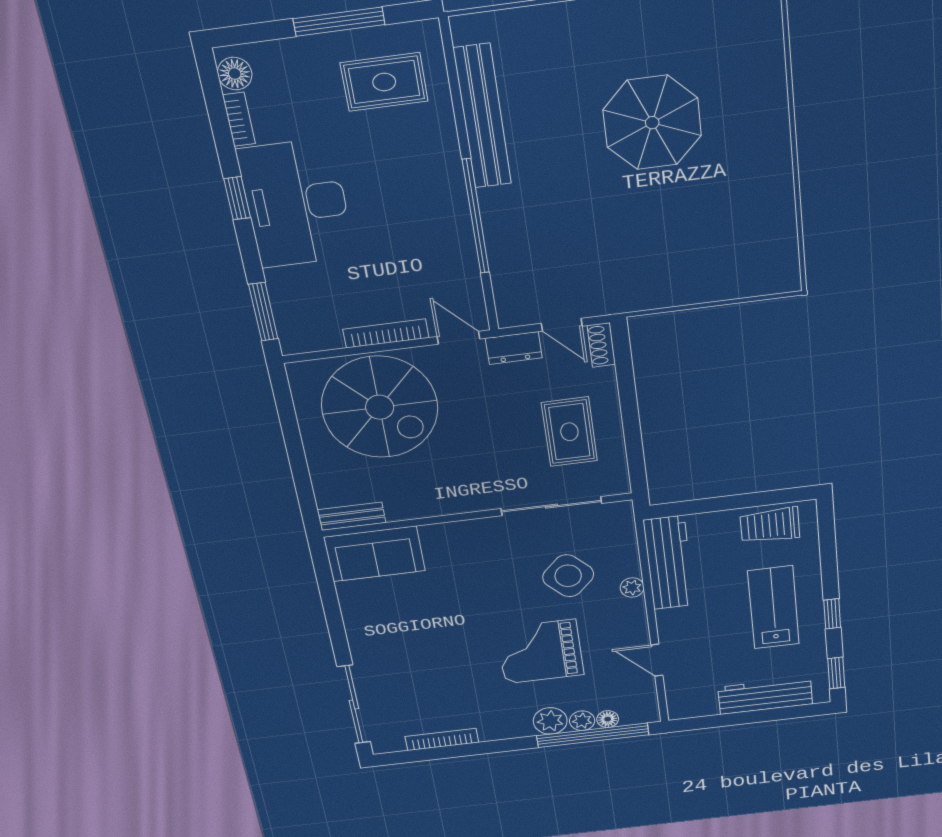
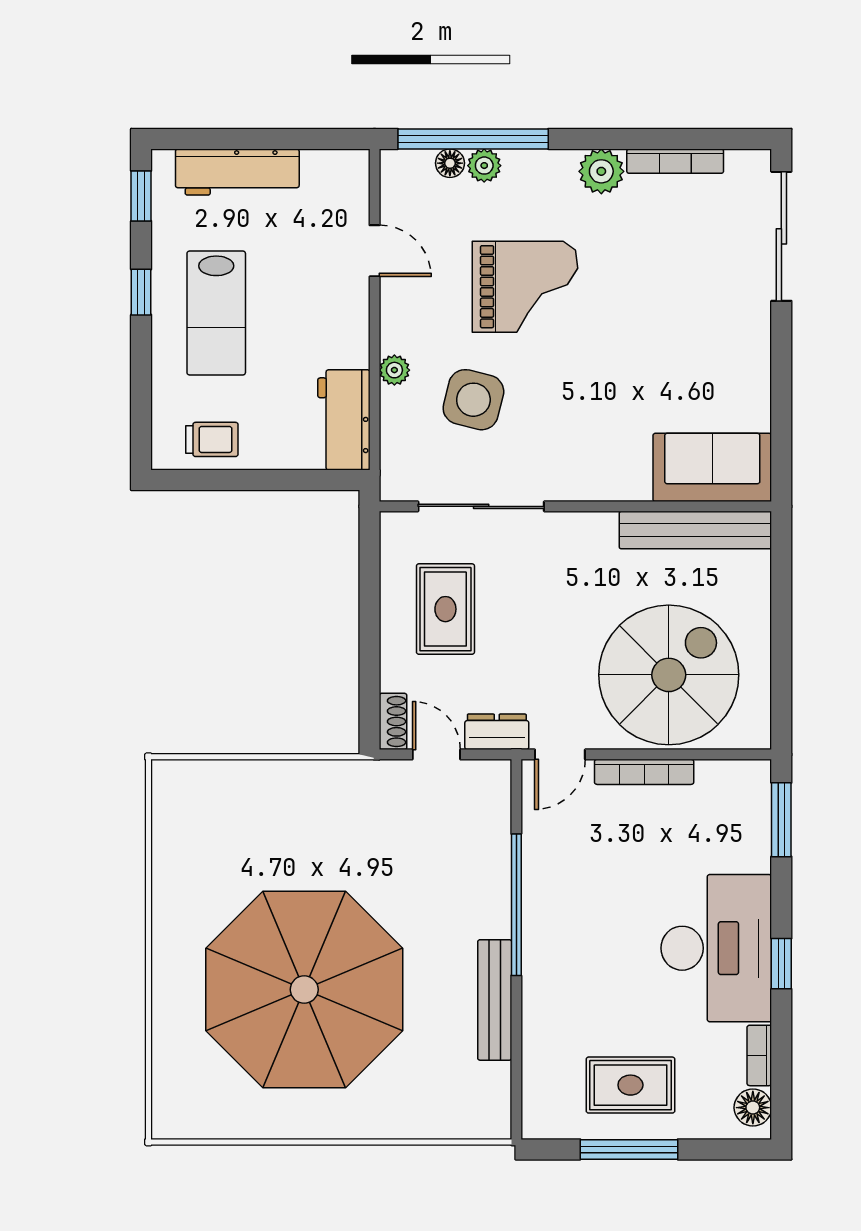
rug: (384, 82) -> (630, 1085), moved
bench: (482, 117) -> (495, 1000), width x0.73, depth x0.82
parasol: (652, 123) -> (304, 990), width x1.86, depth x1.86
door: (458, 338) -> (560, 754), hinge flipped
spiral stairs: (380, 407) -> (669, 675), turned 90
bench: (352, 516) -> (695, 530), width x1.86, depth x1.21
trolley: (770, 525) -> (212, 439), width x0.73, depth x0.72
workbench: (669, 563) -> (344, 420), width x0.73
side table: (568, 576) -> (473, 400), turned -31
plant: (550, 721) -> (601, 171), moved

